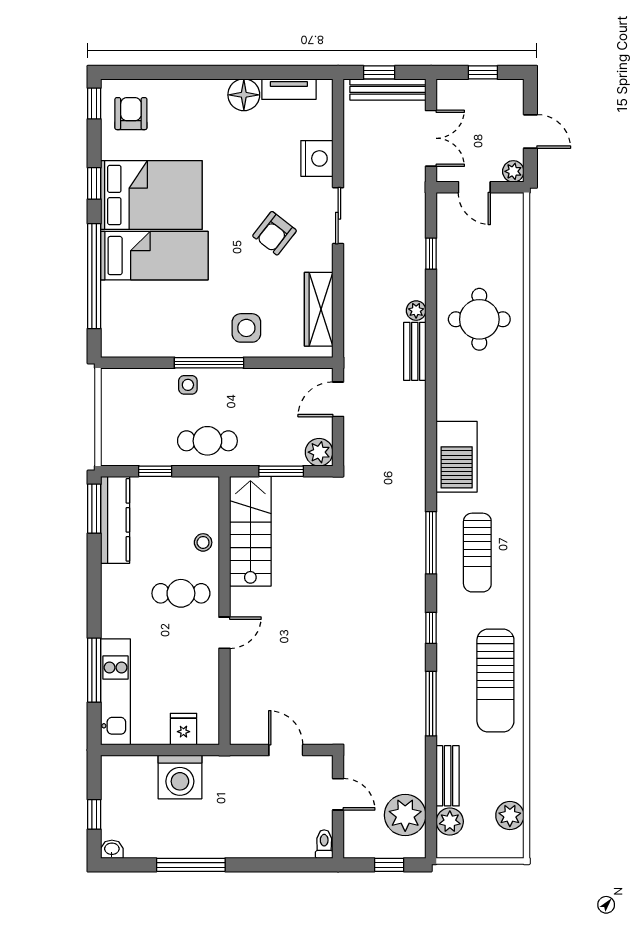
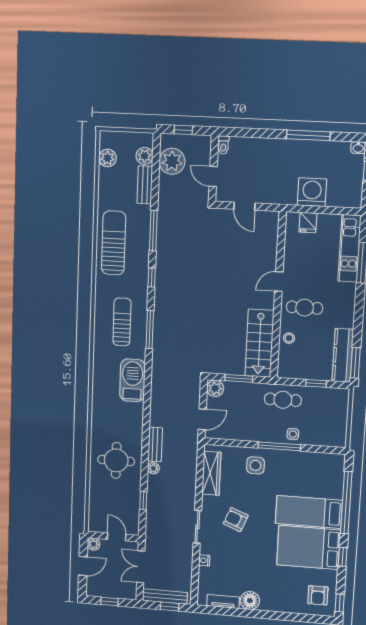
door: (530, 131) -> (83, 566), swing flipped
nightstand: (317, 158) -> (204, 560), width x0.53, depth x0.56
armchair: (275, 233) -> (236, 520), turned -106

